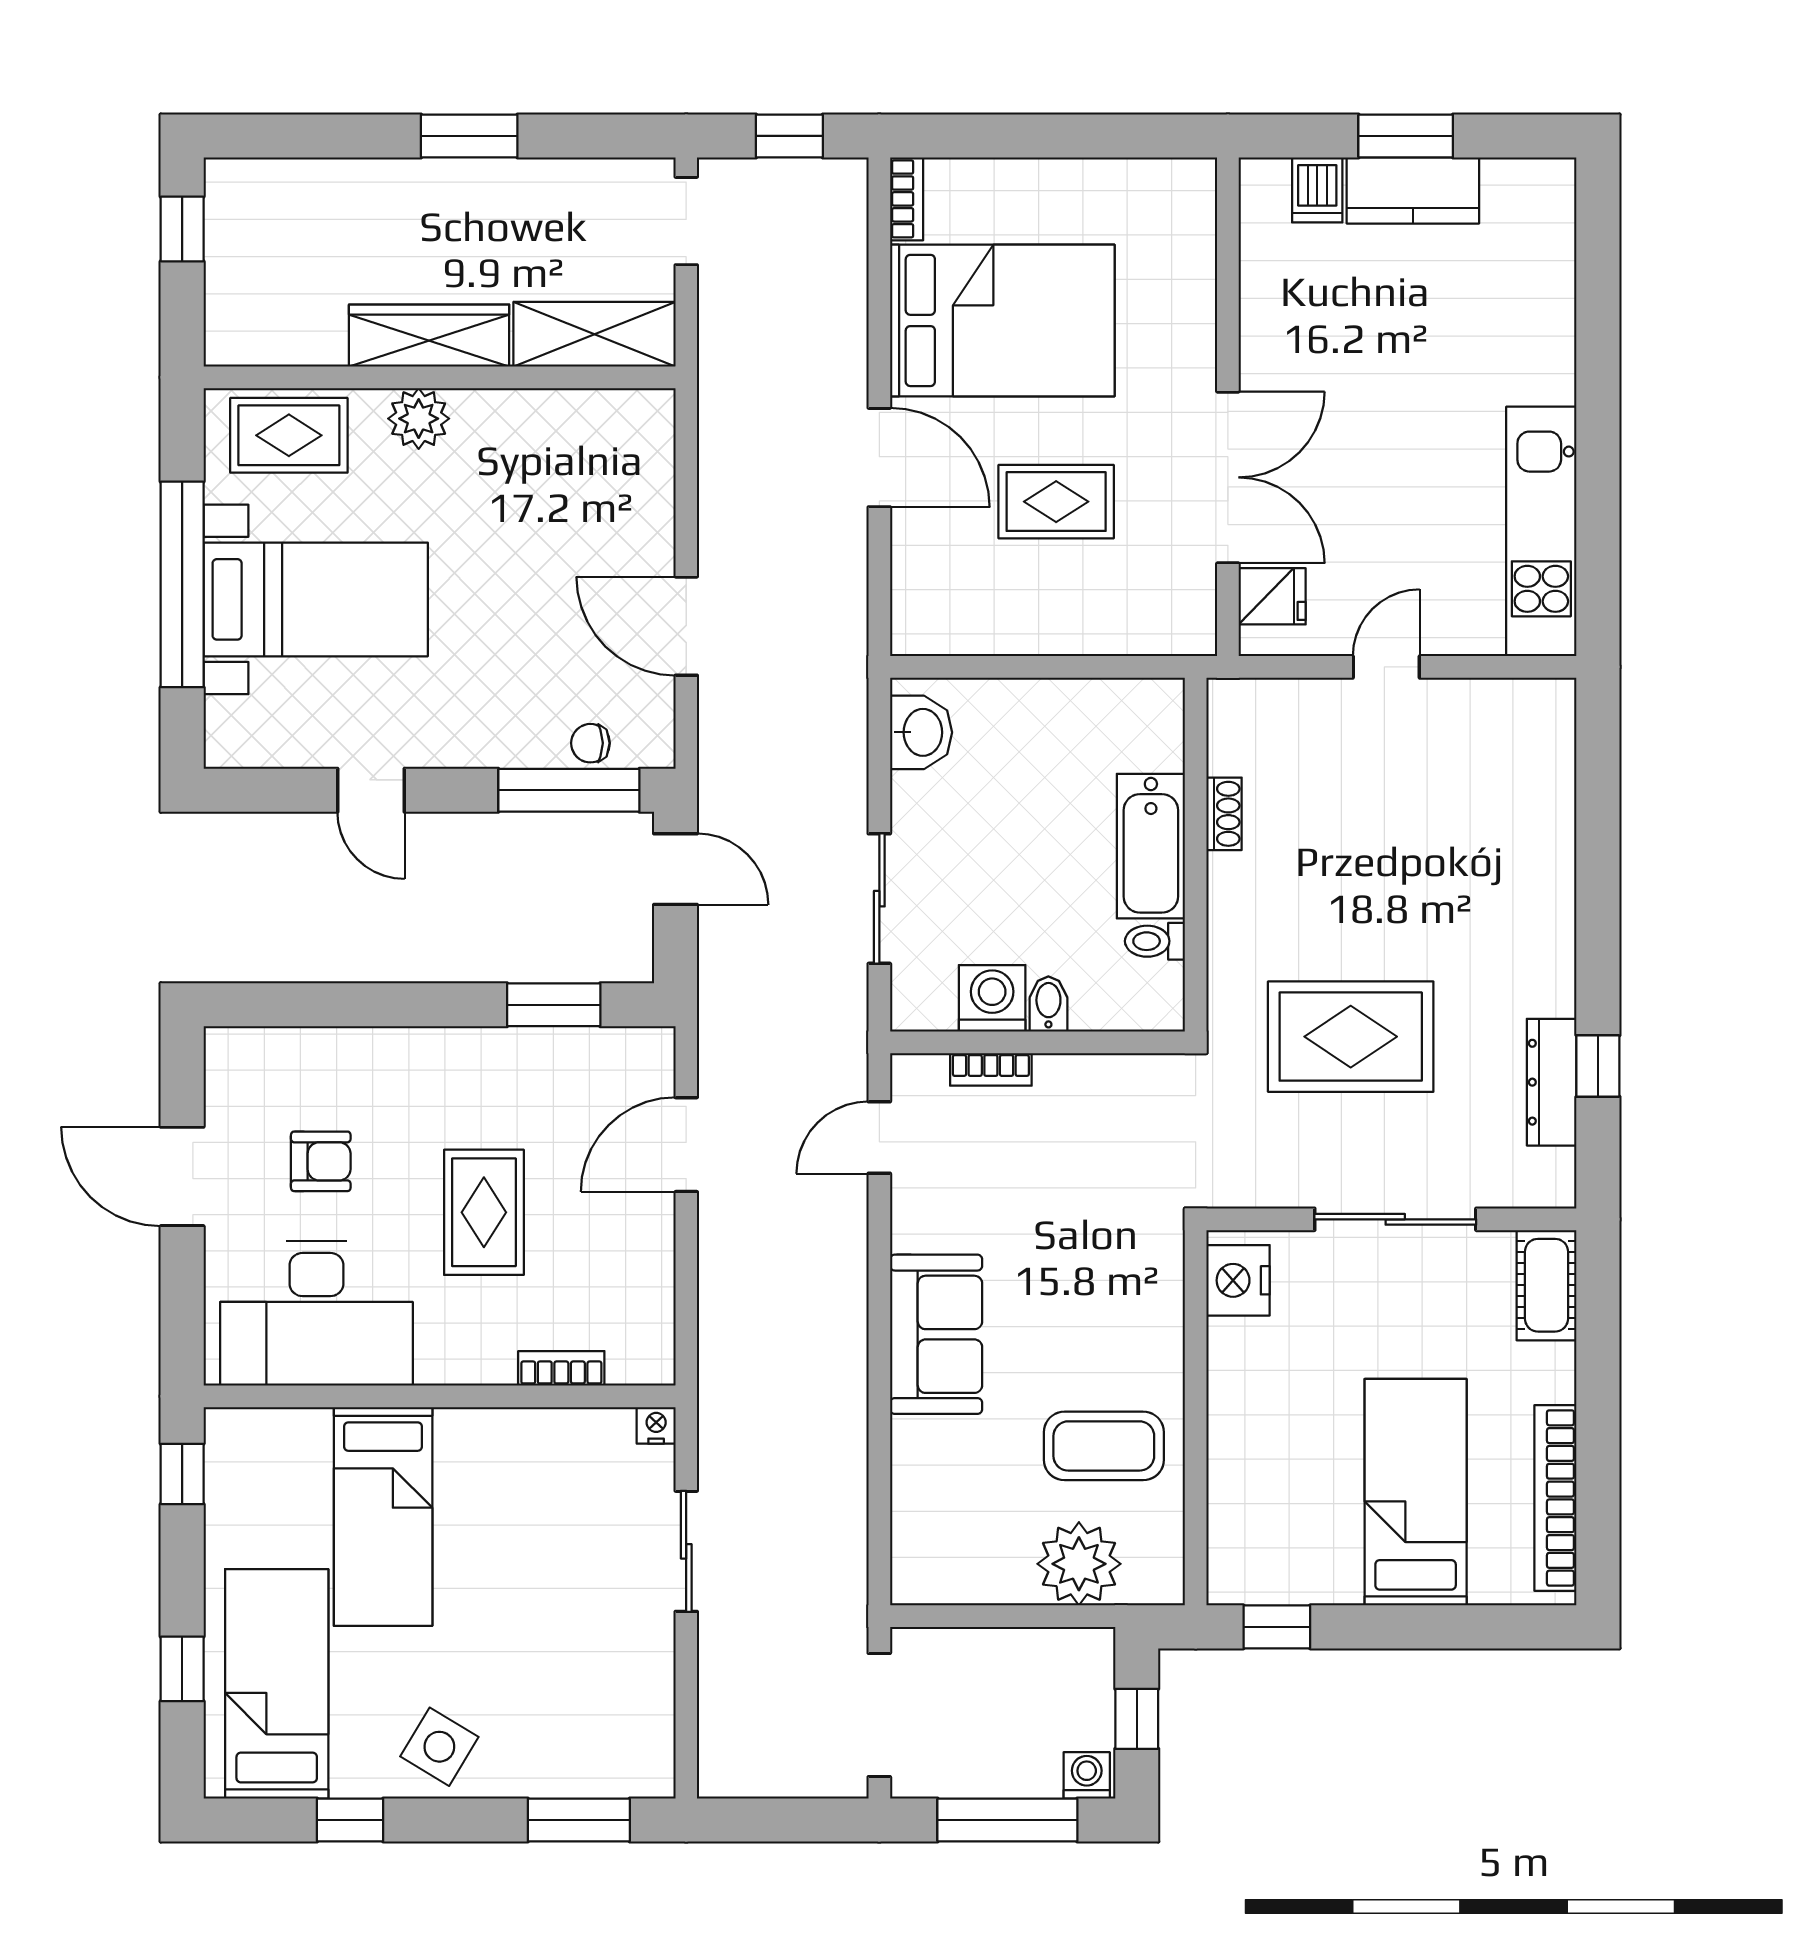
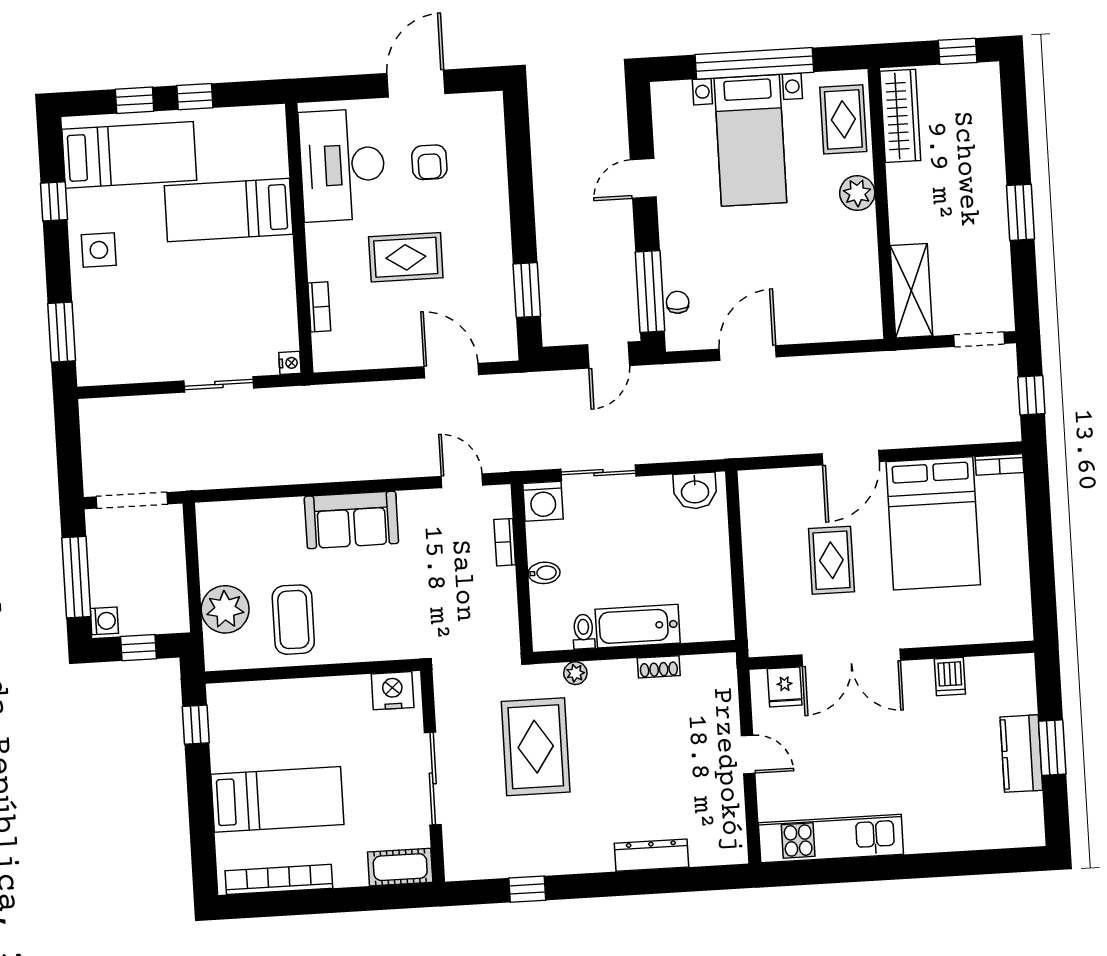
dishwasher: (1317, 190) -> (950, 676), moved, turned -90
wardrobe: (429, 336) -> (900, 116), moved
plant: (1226, 960) -> (575, 673), added
washing machine: (992, 998) -> (543, 501), moved, turned 90
dresser: (1552, 1082) -> (652, 855), moved
window: (182, 1474) -> (195, 97), moved
side table: (439, 1747) -> (99, 250), turned -31

